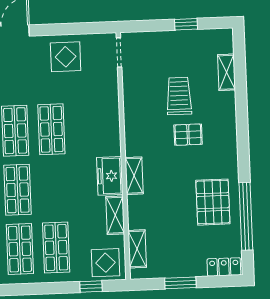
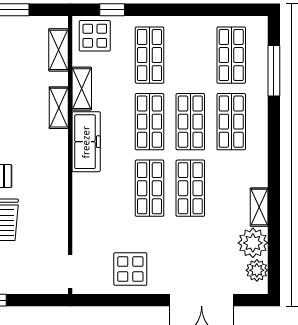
freezer: (110, 176) -> (86, 142), width x1.40
shelving: (134, 176) -> (59, 108), moved
shop shelf: (20, 249) -> (150, 122), moved

